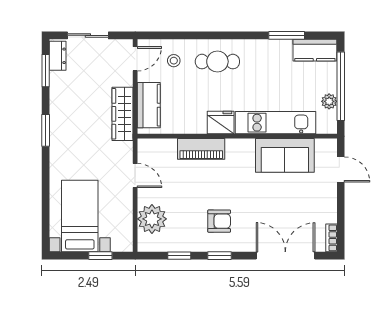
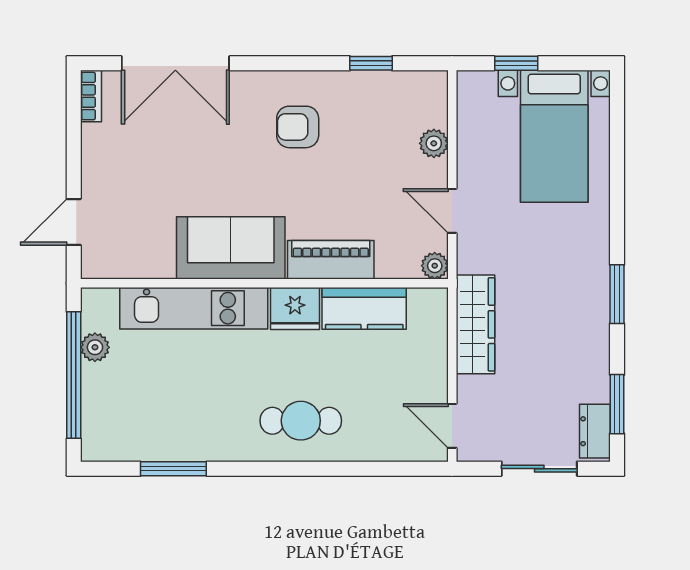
kitchen counter: (315, 50) -> (121, 442), removed
door: (135, 59) -> (452, 426), hinge flipped
stool: (174, 61) -> (381, 422), removed
kitchen counter: (149, 105) -> (364, 308), moved, turned -90
plant: (145, 146) -> (435, 266), added
sofa: (285, 155) -> (231, 248), moved
door: (341, 169) -> (74, 222), hinge flipped
plant: (152, 219) -> (434, 143), width x0.53, depth x0.53
window: (220, 256) -> (297, 63), removed

